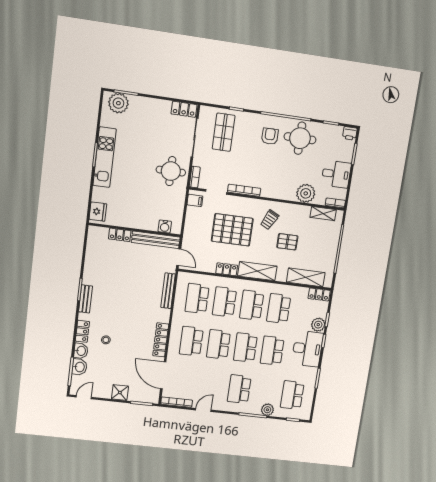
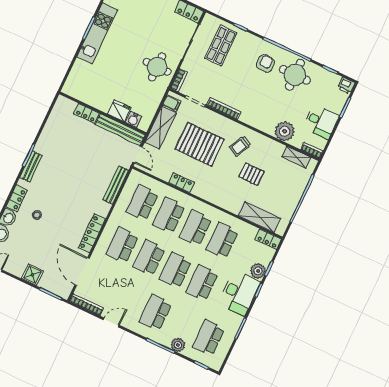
fridge: (98, 212) -> (119, 111), moved, turned -90
shelving: (257, 271) -> (161, 128), moved, turned 90

